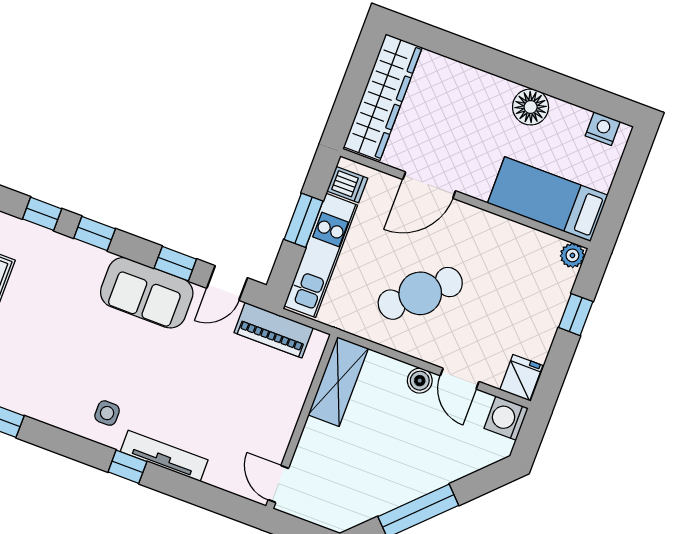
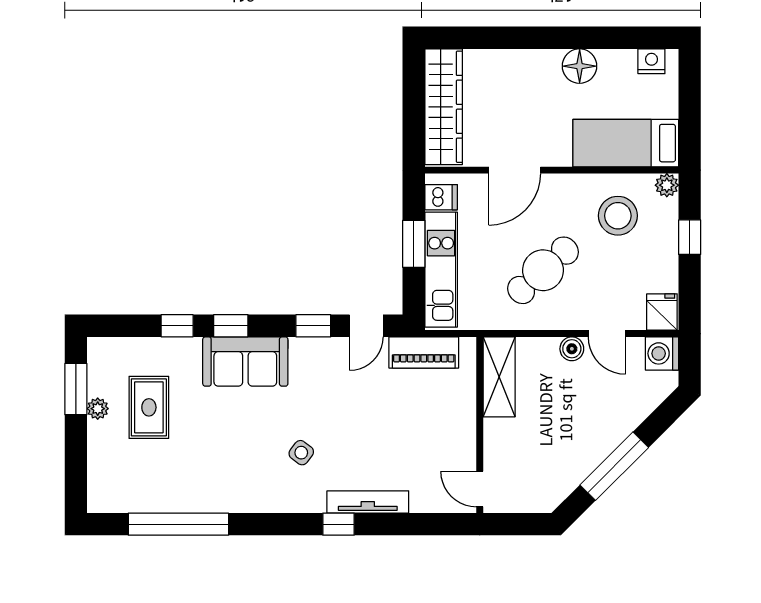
stool: (513, 267) -> (618, 216), added
sofa: (147, 293) -> (245, 362), moved
side table: (107, 413) -> (301, 453), moved, turned 37

